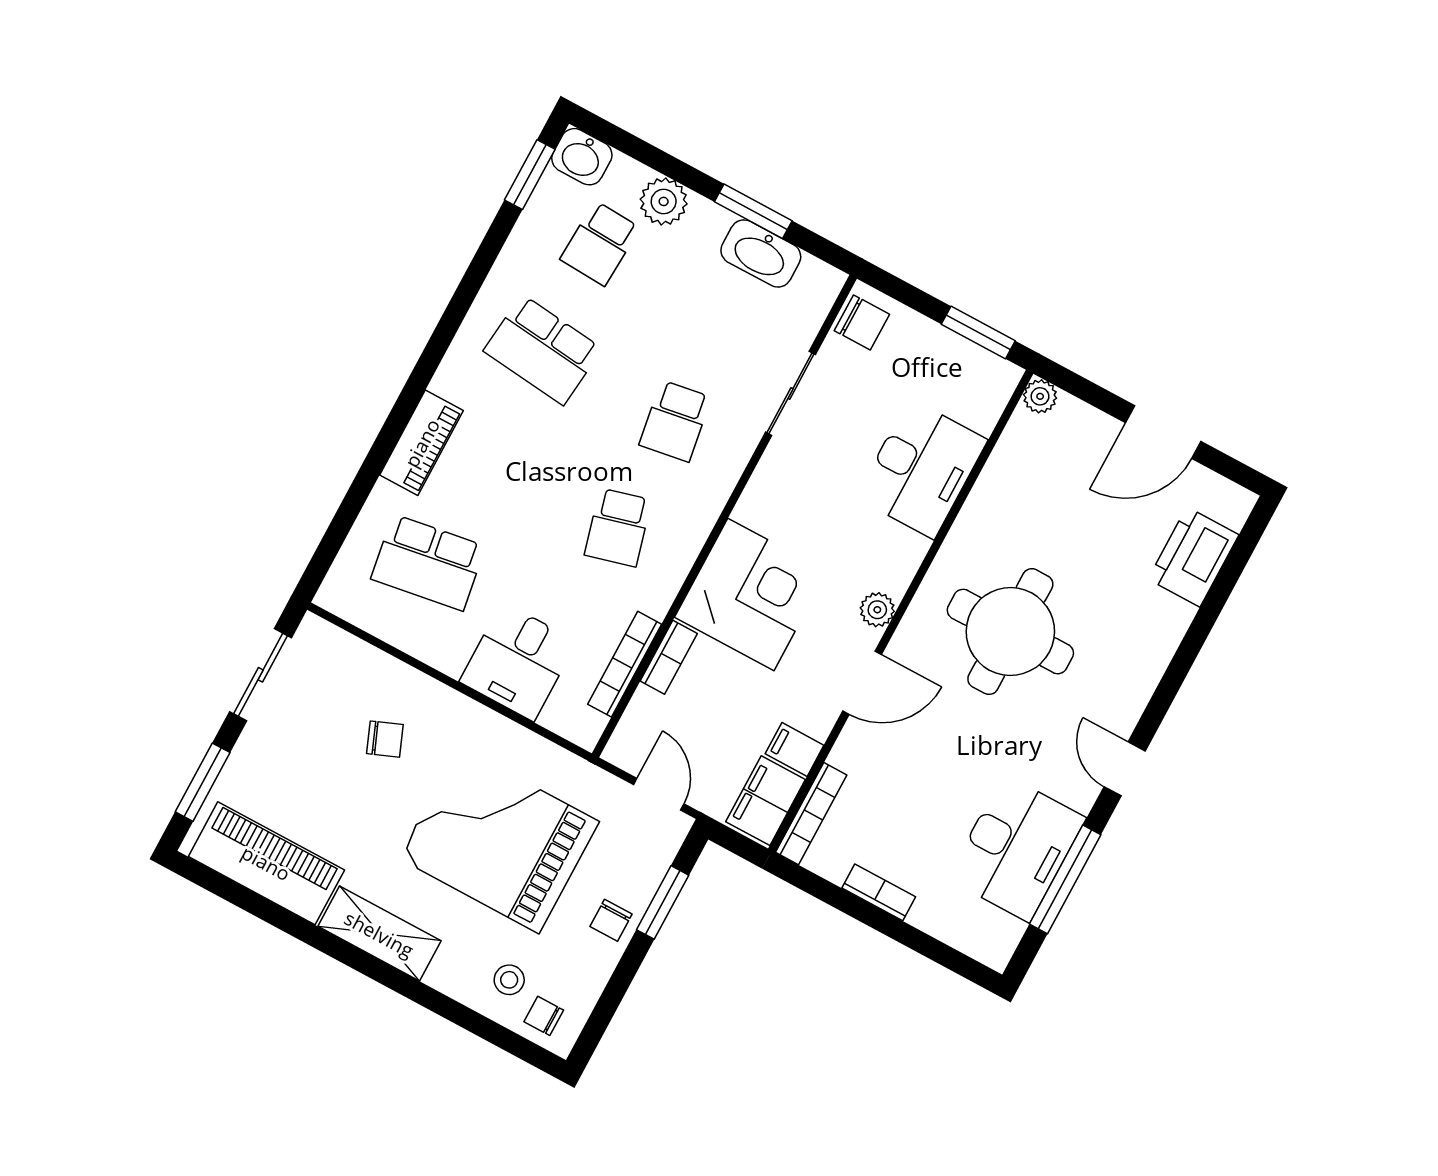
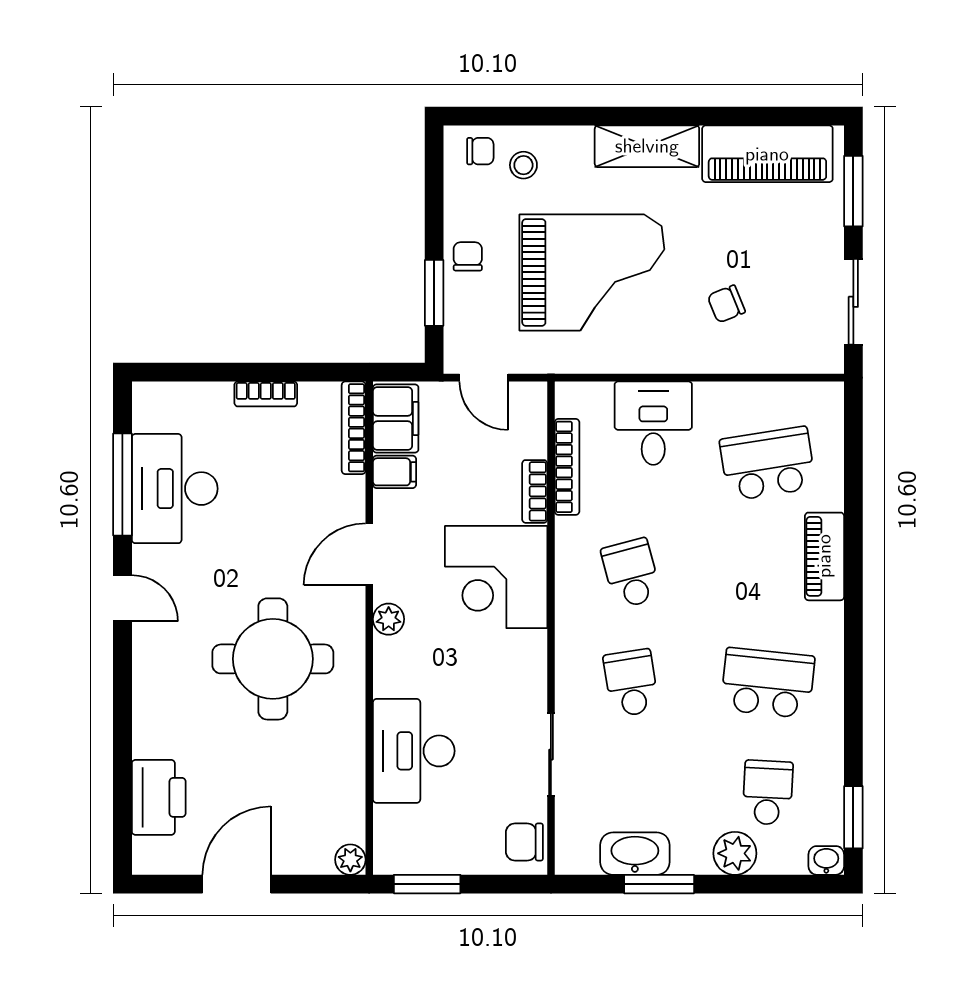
washbasin: (582, 157) -> (826, 860), width x0.72, depth x0.69

